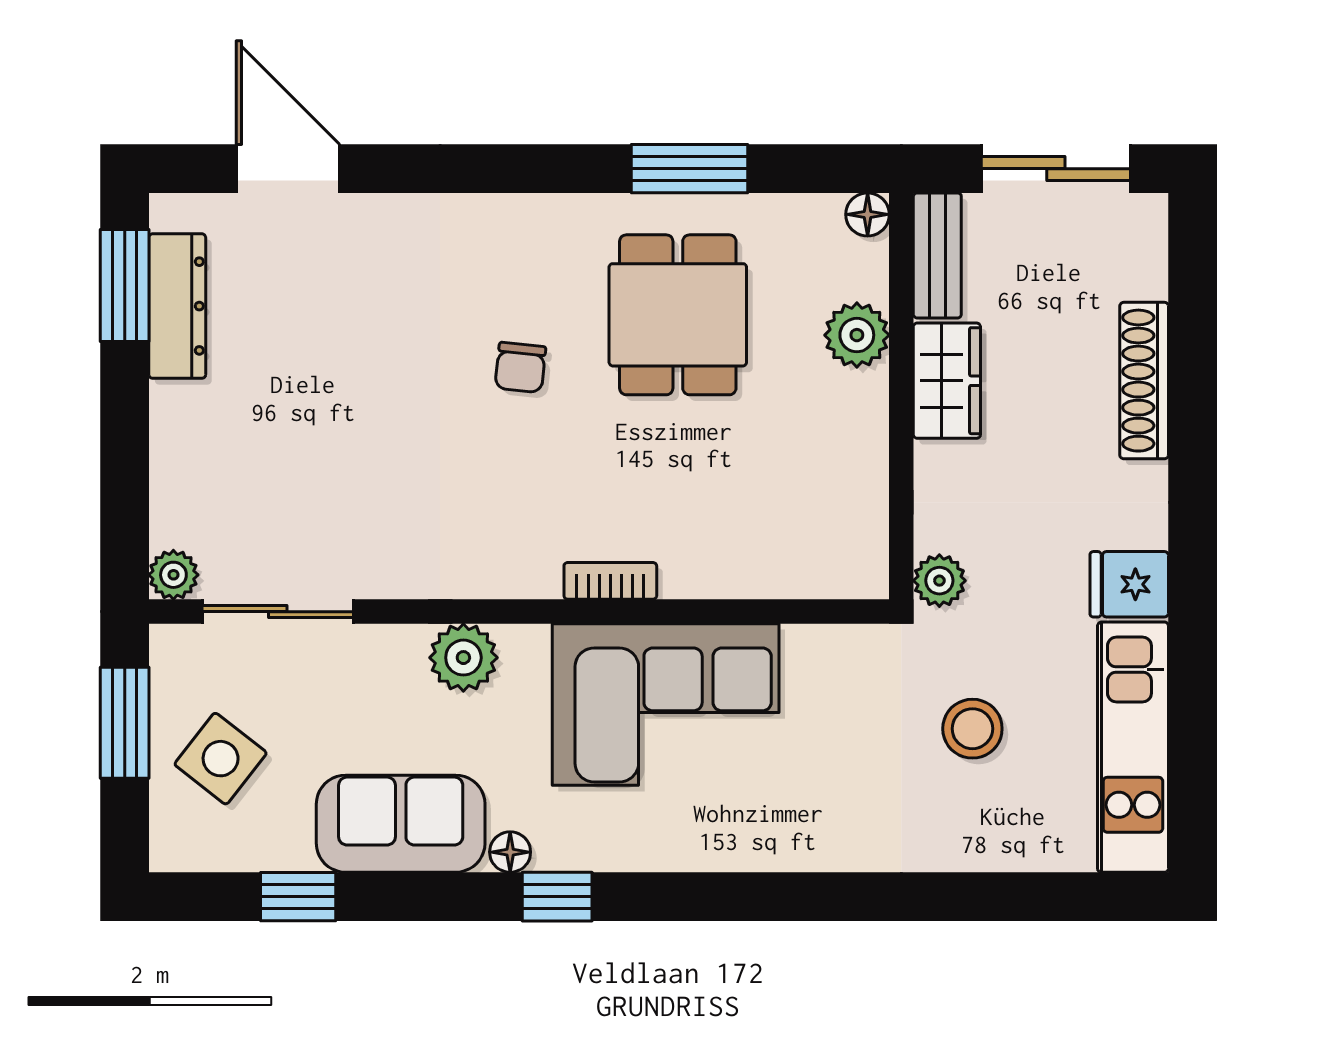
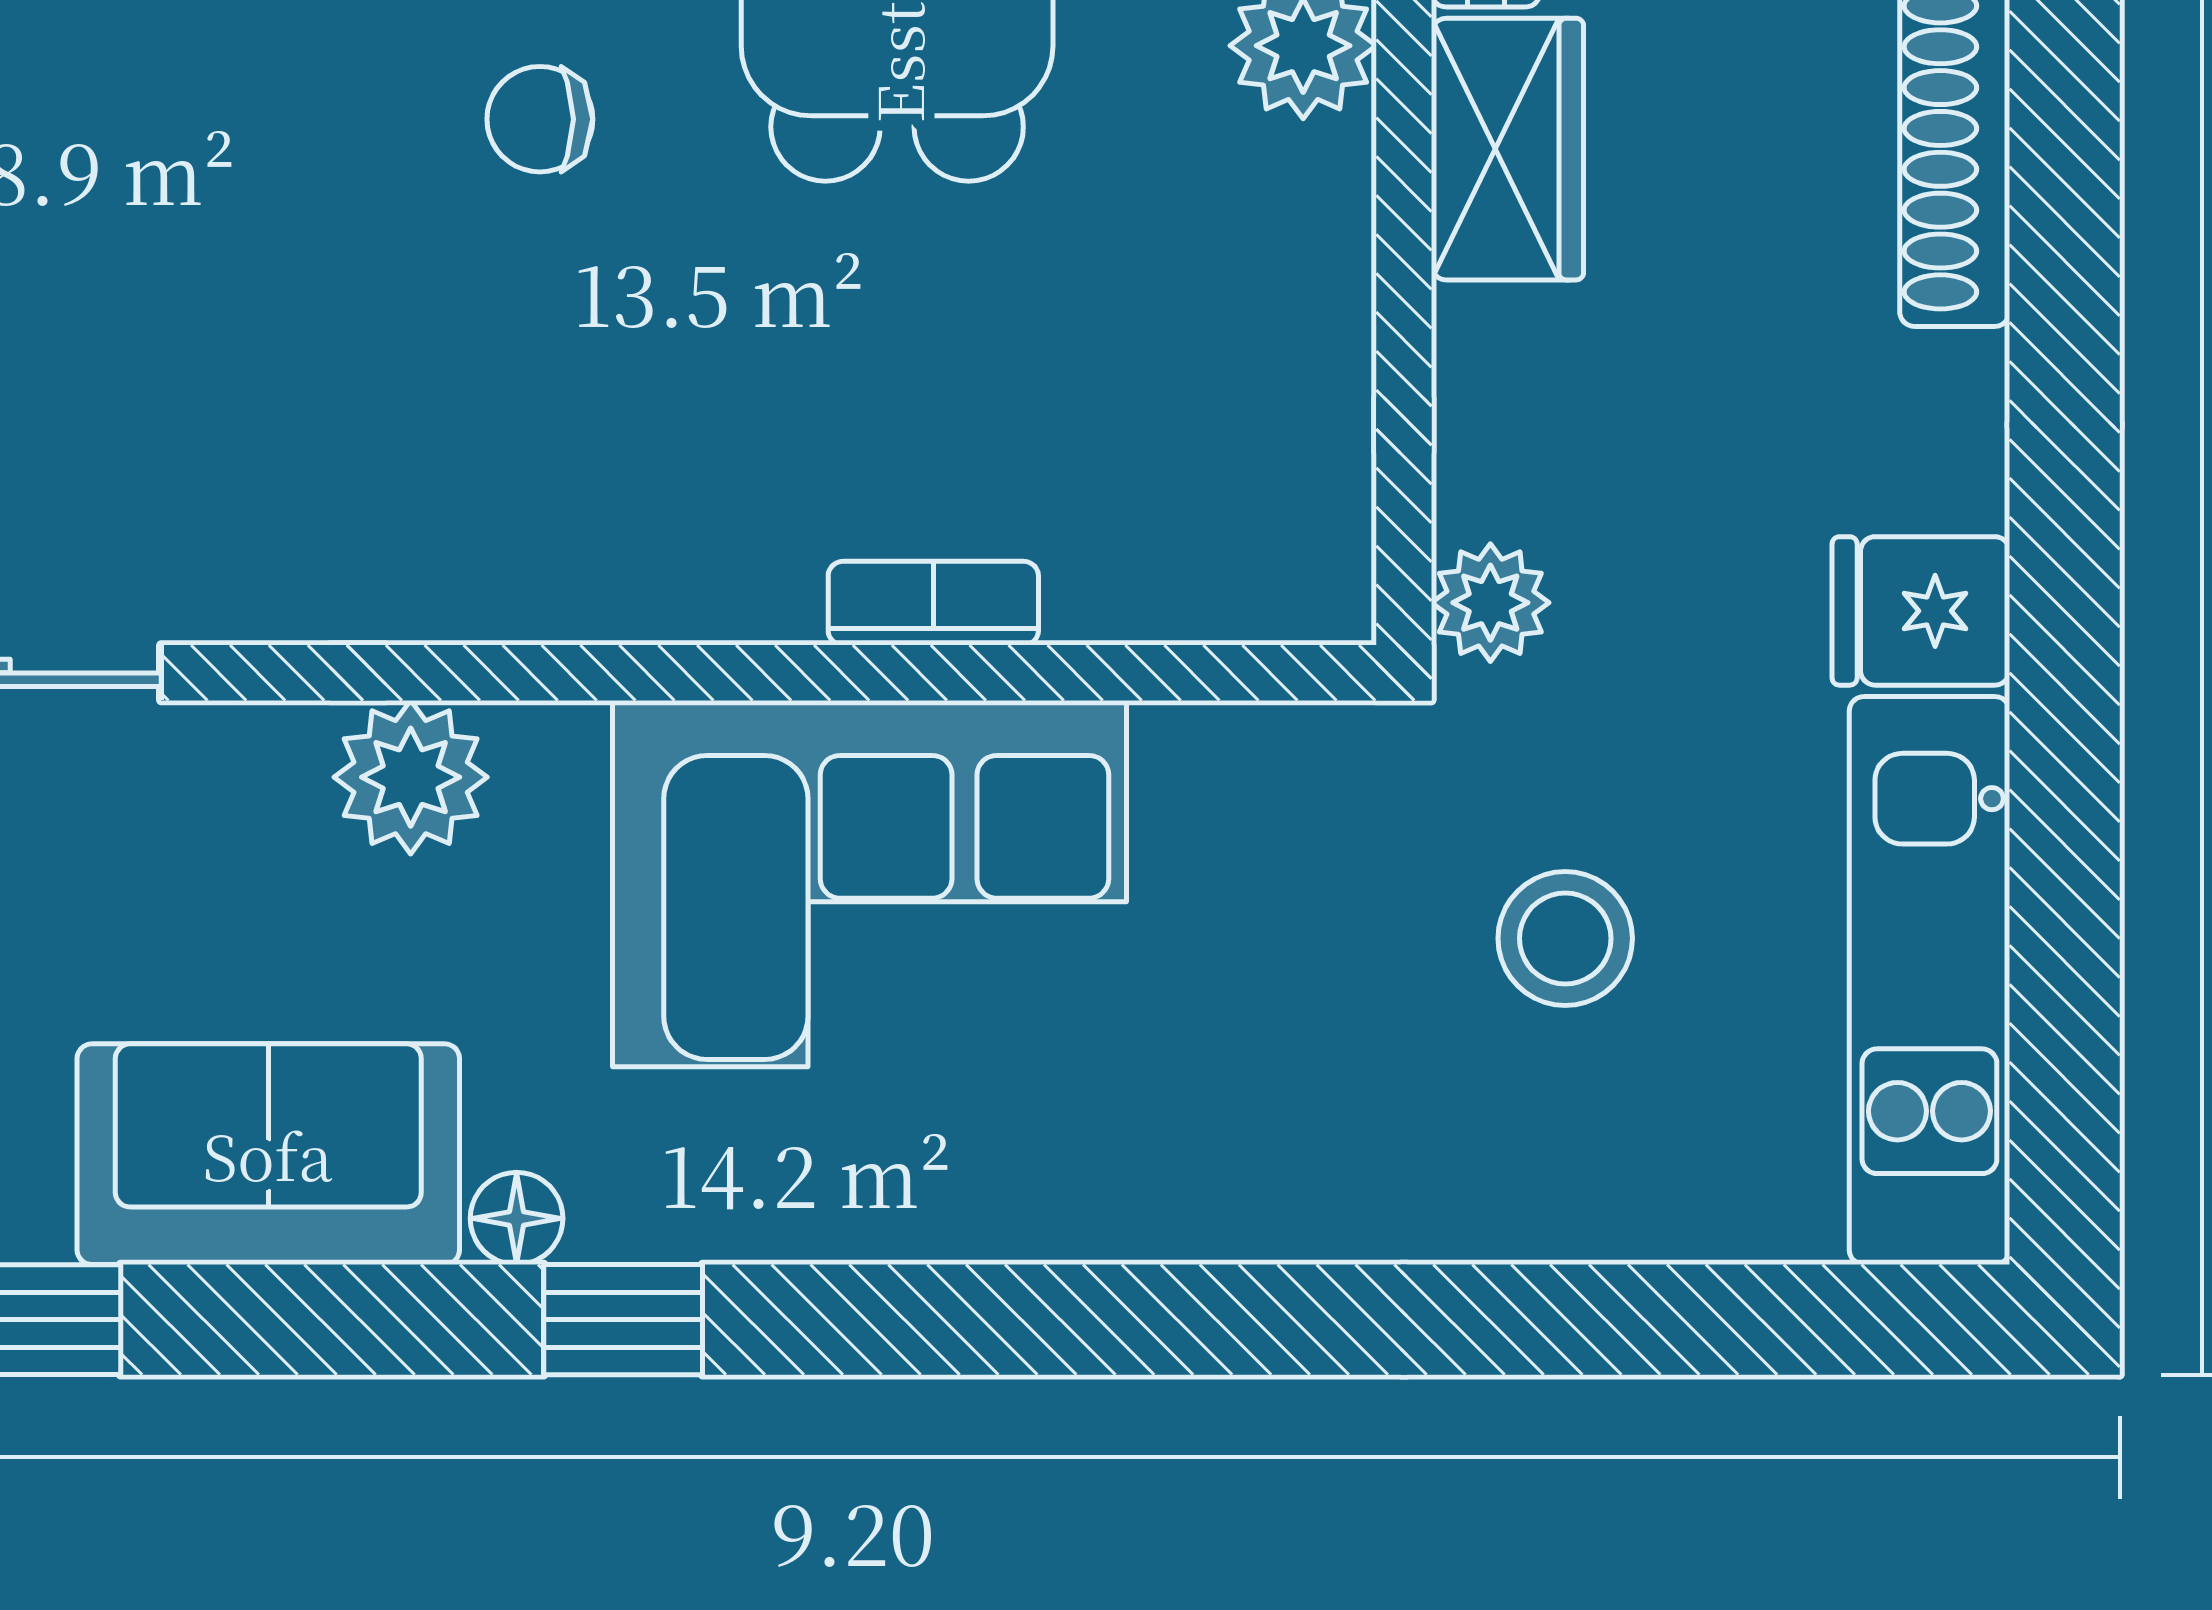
chair: (520, 367) -> (540, 119), turned 84
bookcase: (610, 581) -> (933, 603), moved

